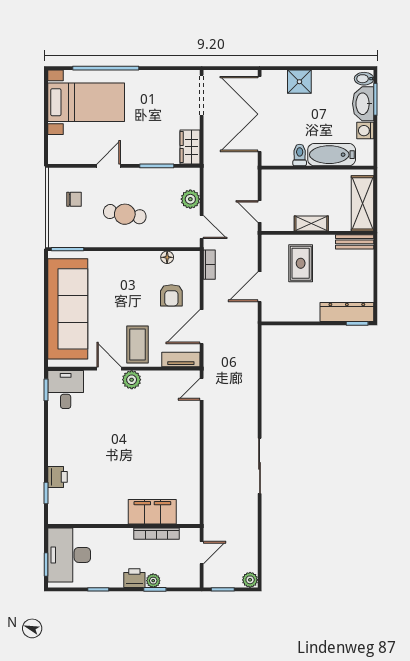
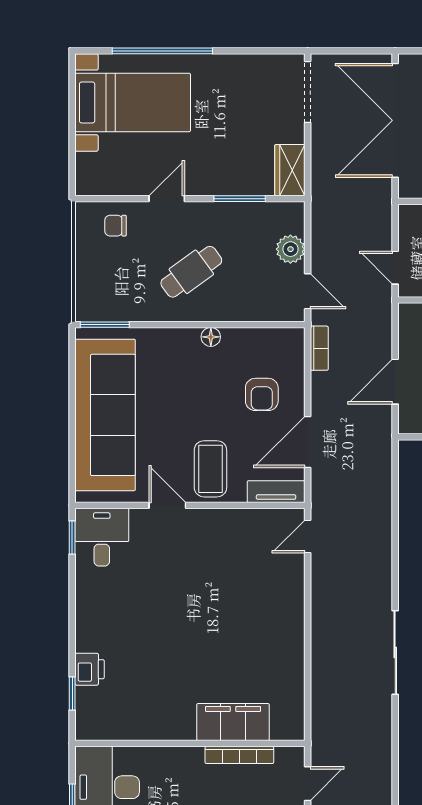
chair: (74, 199) -> (116, 226), moved, turned 180
cafe table: (125, 214) -> (191, 272), turned -46
floor lamp: (167, 257) -> (211, 337), moved
plant: (132, 380) -> (202, 522), removed

